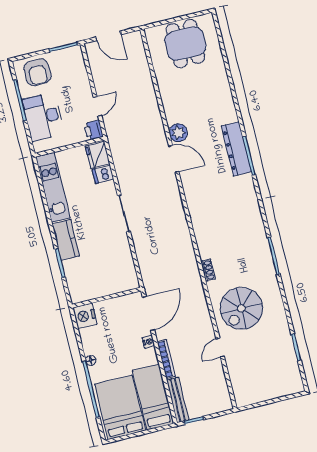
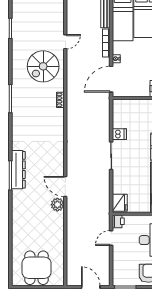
dresser: (236, 149) -> (18, 170), moved
dishwasher: (103, 174) -> (119, 134), moved
spiral stairs: (241, 308) -> (43, 66), turned 180

